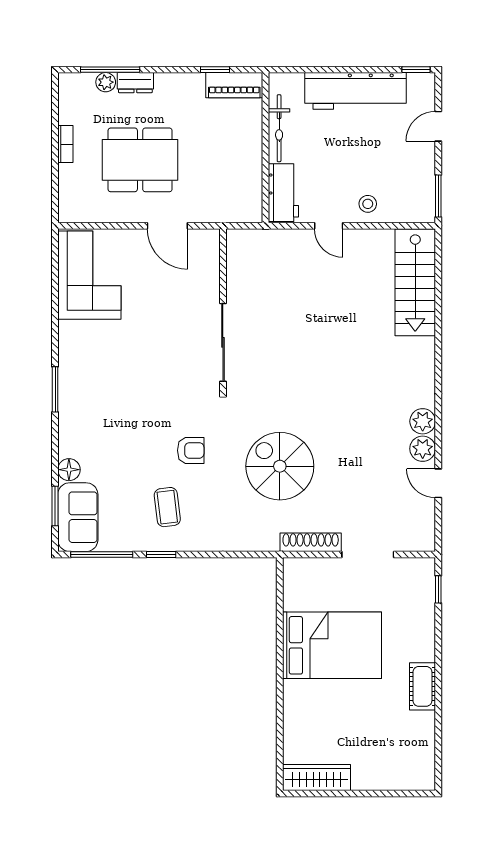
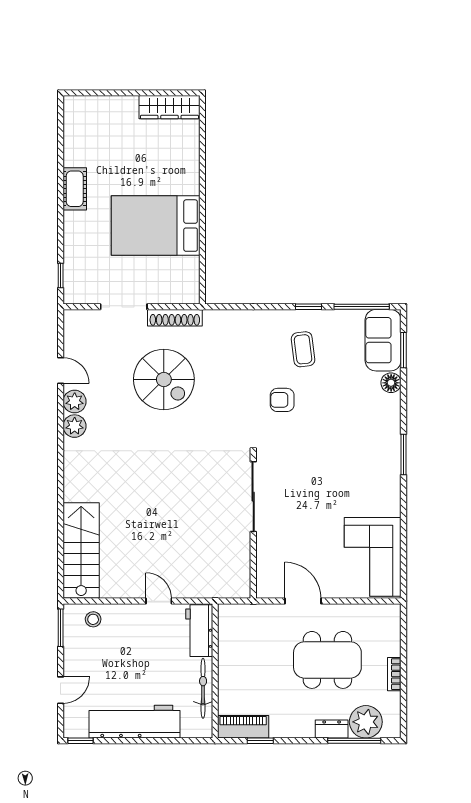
plant: (106, 82) -> (366, 722), width x1.87, depth x1.87
stool: (368, 204) -> (93, 619), moved
spiral stairs: (280, 466) -> (164, 379), moved

